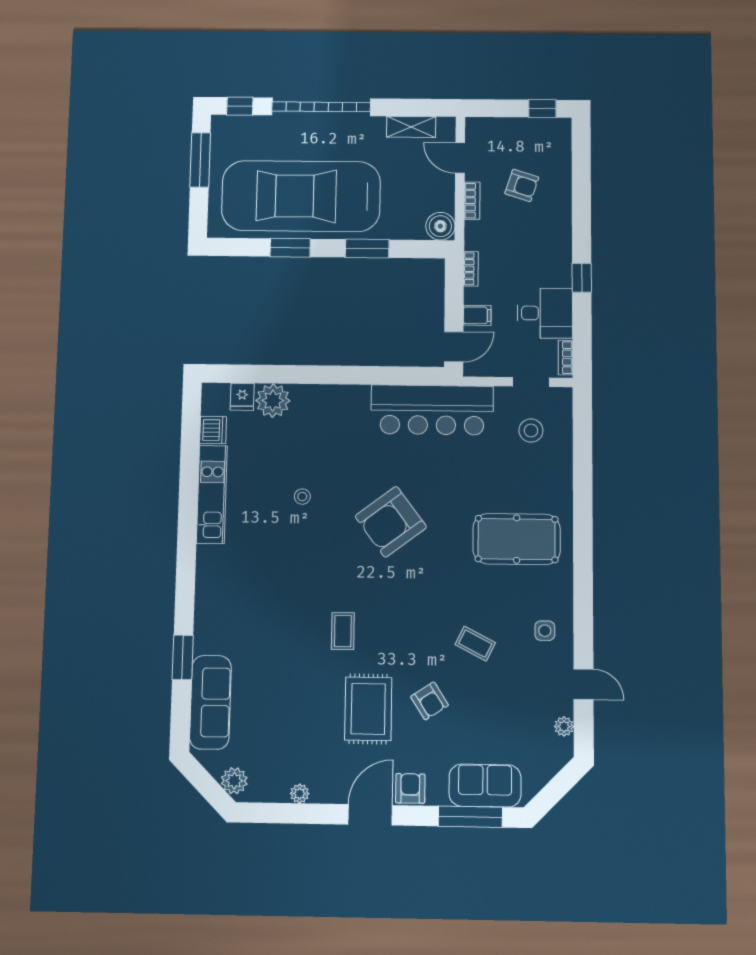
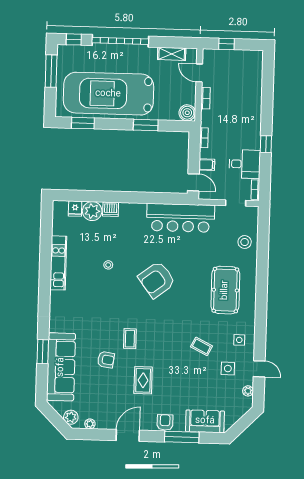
window: (542, 109) -> (226, 44), moved
armchair: (522, 185) -> (234, 90), removed
window: (290, 248) -> (83, 123), moved
door: (454, 347) -> (193, 182), hinge flipped
dishwasher: (213, 430) -> (111, 209), moved, turned 90
stool: (531, 431) -> (245, 242), moved
pool table: (517, 539) -> (225, 290), turned 90
side table: (525, 685) -> (228, 369), added
armchair: (430, 701) -> (106, 360), moved, turned -49
sofa: (210, 702) -> (61, 367), width x1.36, depth x1.27
rug: (368, 709) -> (143, 380), width x0.73, depth x0.70
plant: (300, 794) -> (90, 424), moved
door: (370, 815) -> (128, 435), moved
window: (470, 817) -> (182, 437), moved

